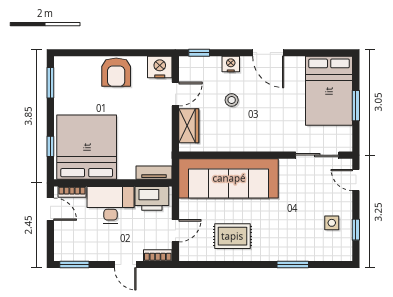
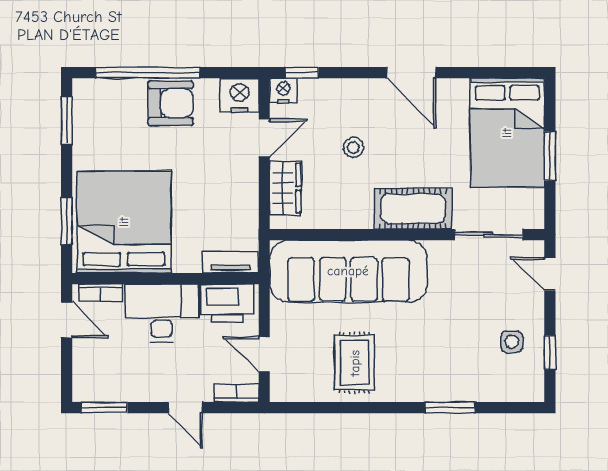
window: (102, 53) -> (148, 73), added
nightstand: (231, 64) -> (283, 91), moved
armchair: (116, 72) -> (171, 103), turned -90
cot: (269, 139) -> (413, 209), added
window: (50, 146) -> (67, 221), width x1.50
door: (175, 231) -> (264, 354), swing flipped
rug: (232, 236) -> (355, 363), turned 90

